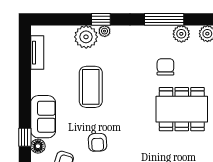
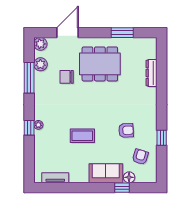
plant: (86, 37) -> (43, 139), removed
coffee table: (91, 87) -> (82, 136), width x0.73, depth x0.76
dining table: (182, 109) -> (100, 64), turned 90

